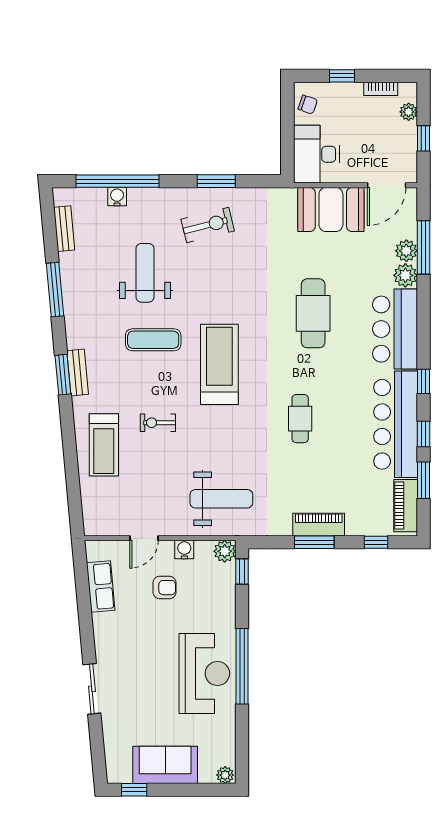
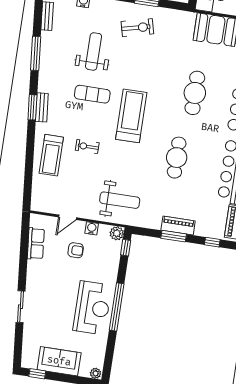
cafe table: (300, 419) -> (177, 158), width x1.37, depth x1.35

